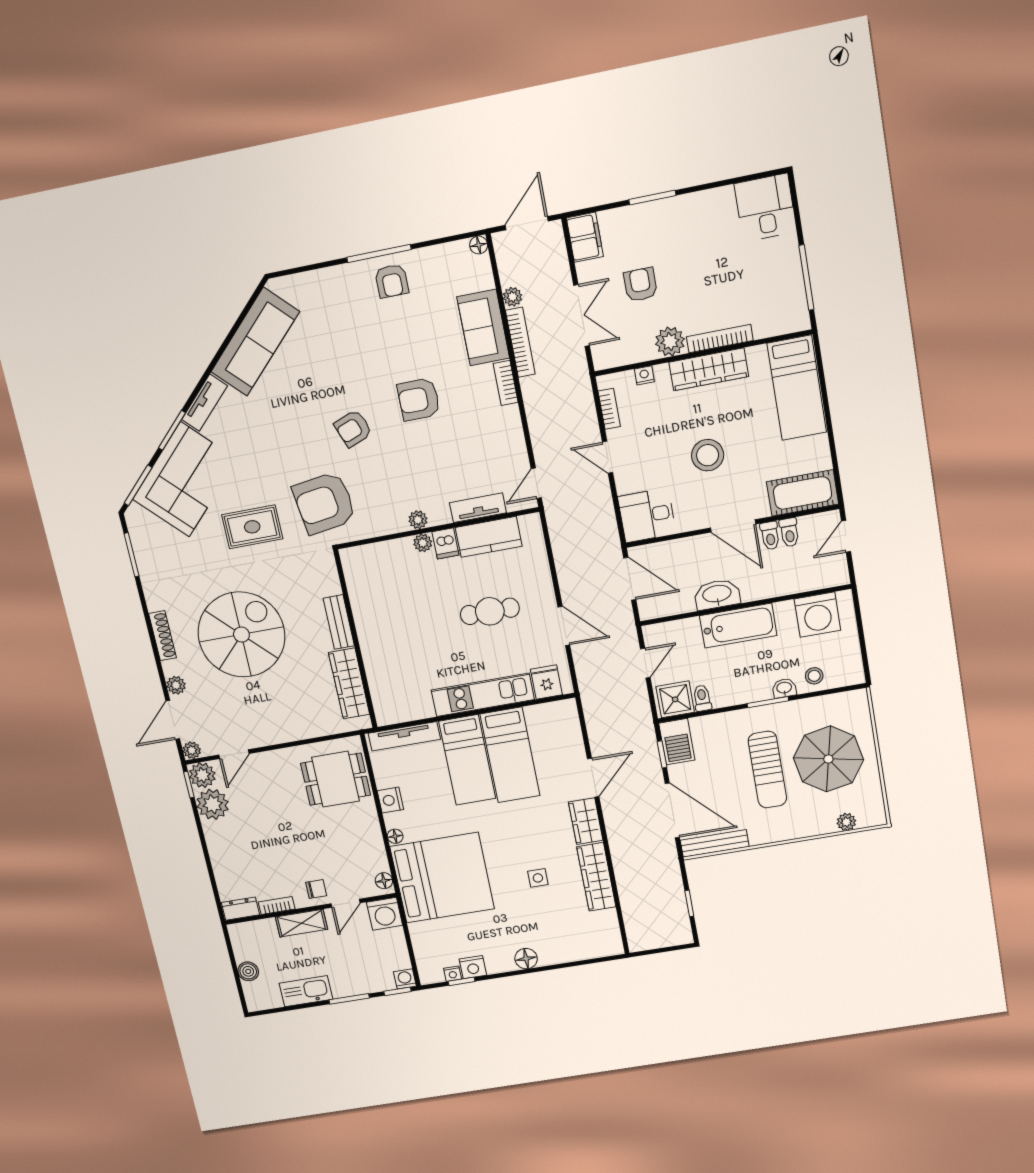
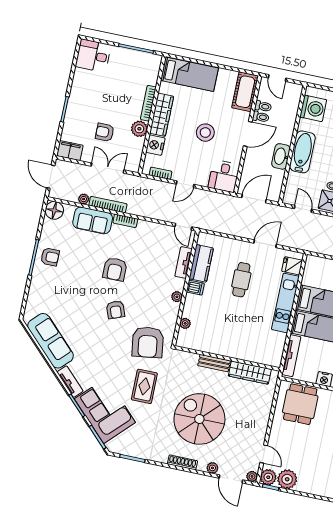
floor lamp: (479, 245) -> (54, 210), width x1.89, depth x1.89
nightstand: (644, 375) -> (155, 145), width x1.89, depth x1.79
plant: (423, 543) -> (185, 323), moved

